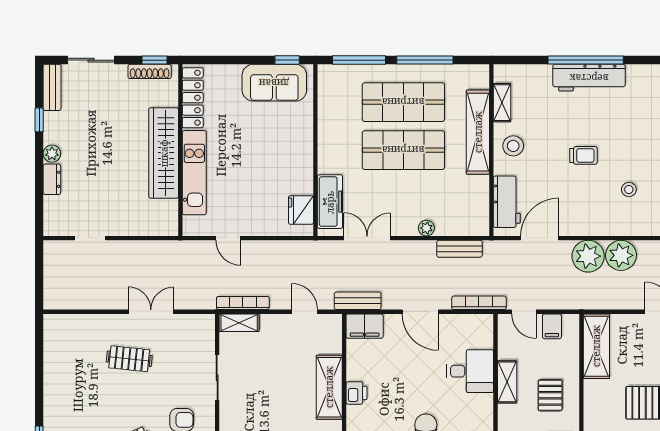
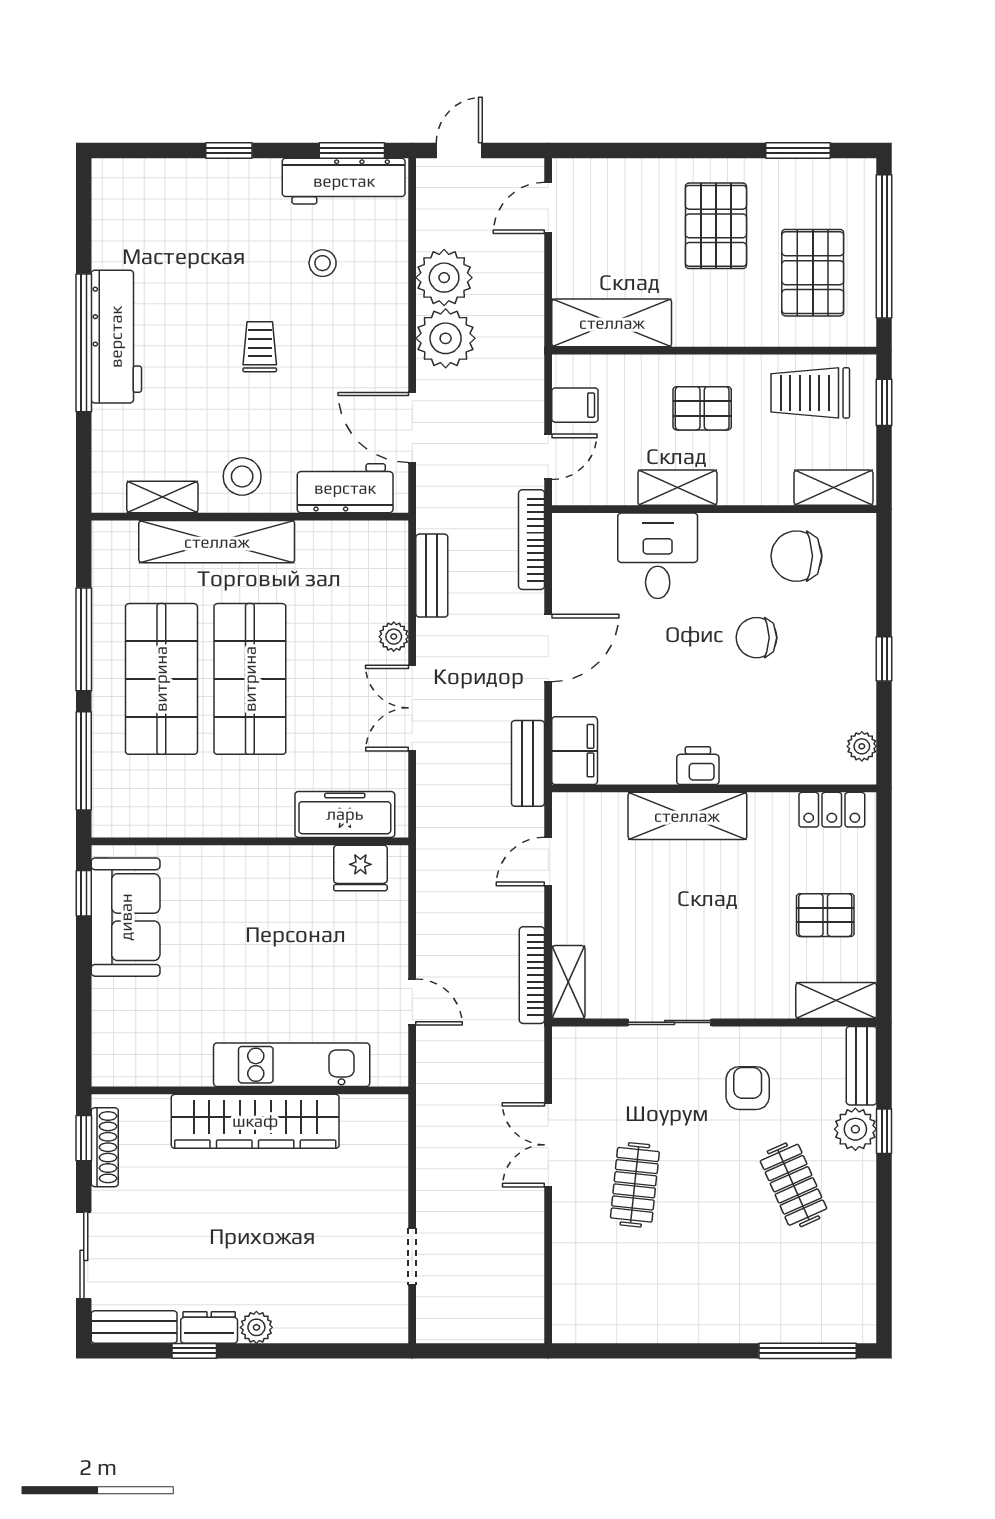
locker: (193, 98) -> (153, 1068), removed
dresser: (52, 179) -> (209, 1327), moved
door: (228, 238) -> (412, 1002), hinge flipped
double door: (367, 238) -> (412, 708), moved

